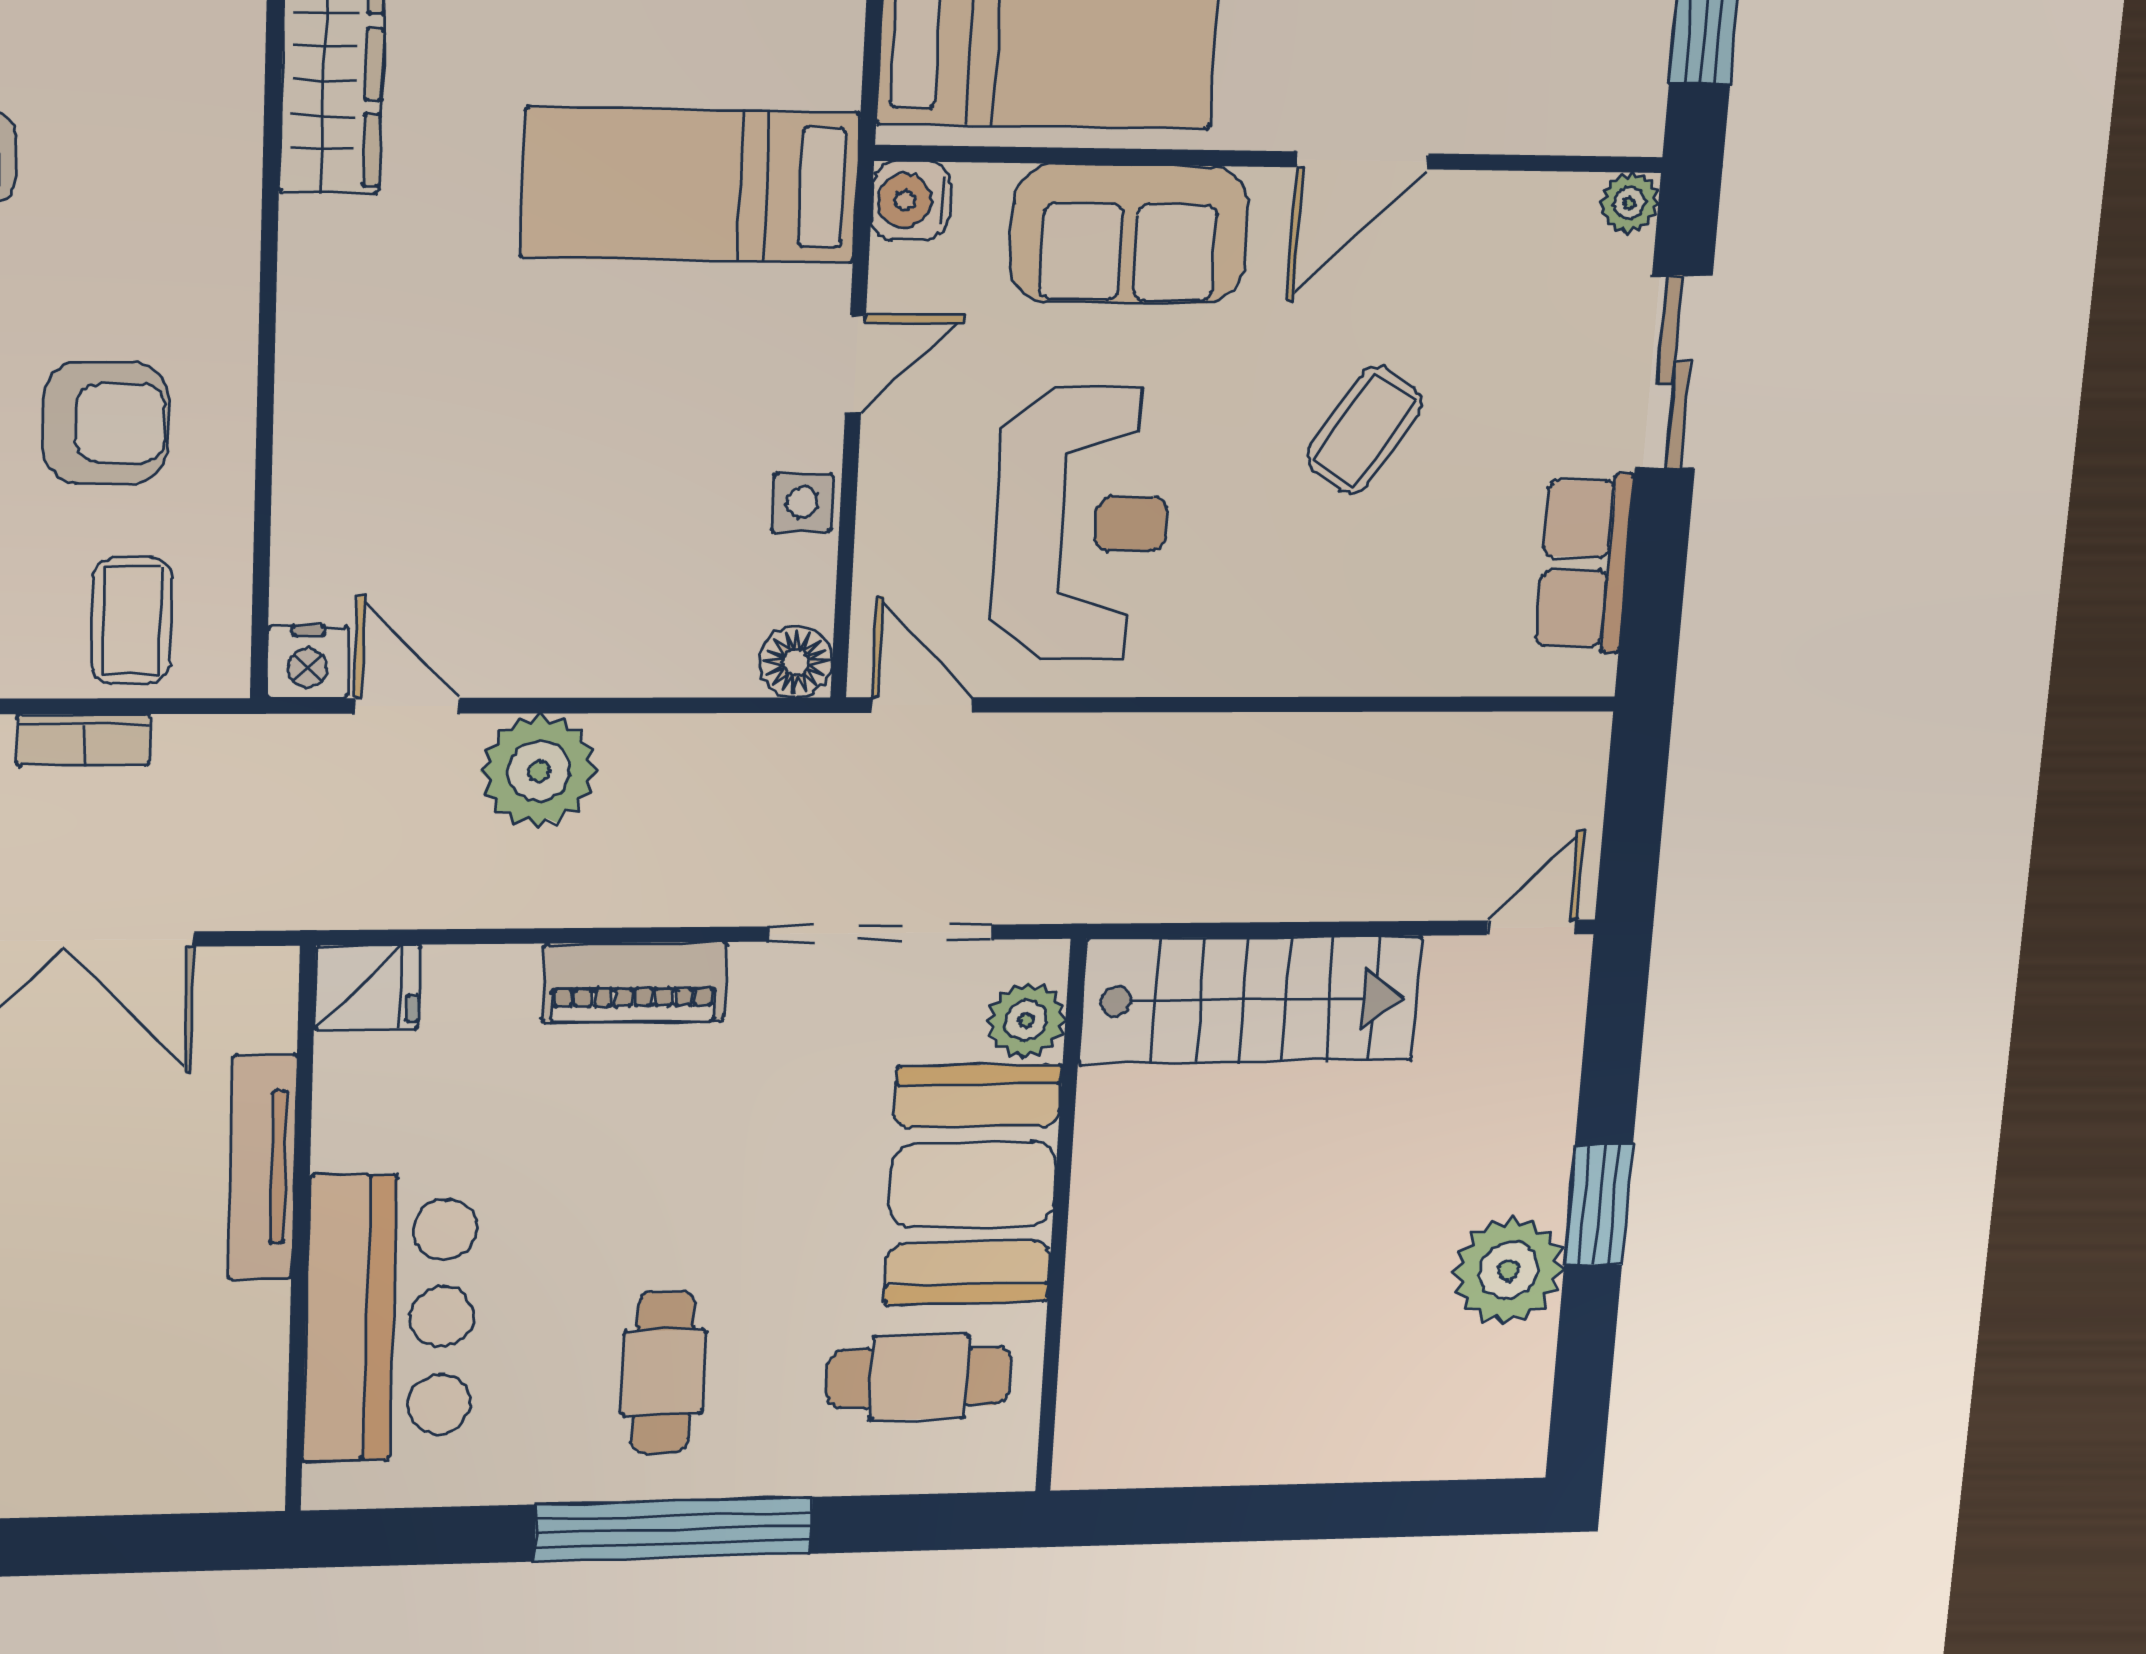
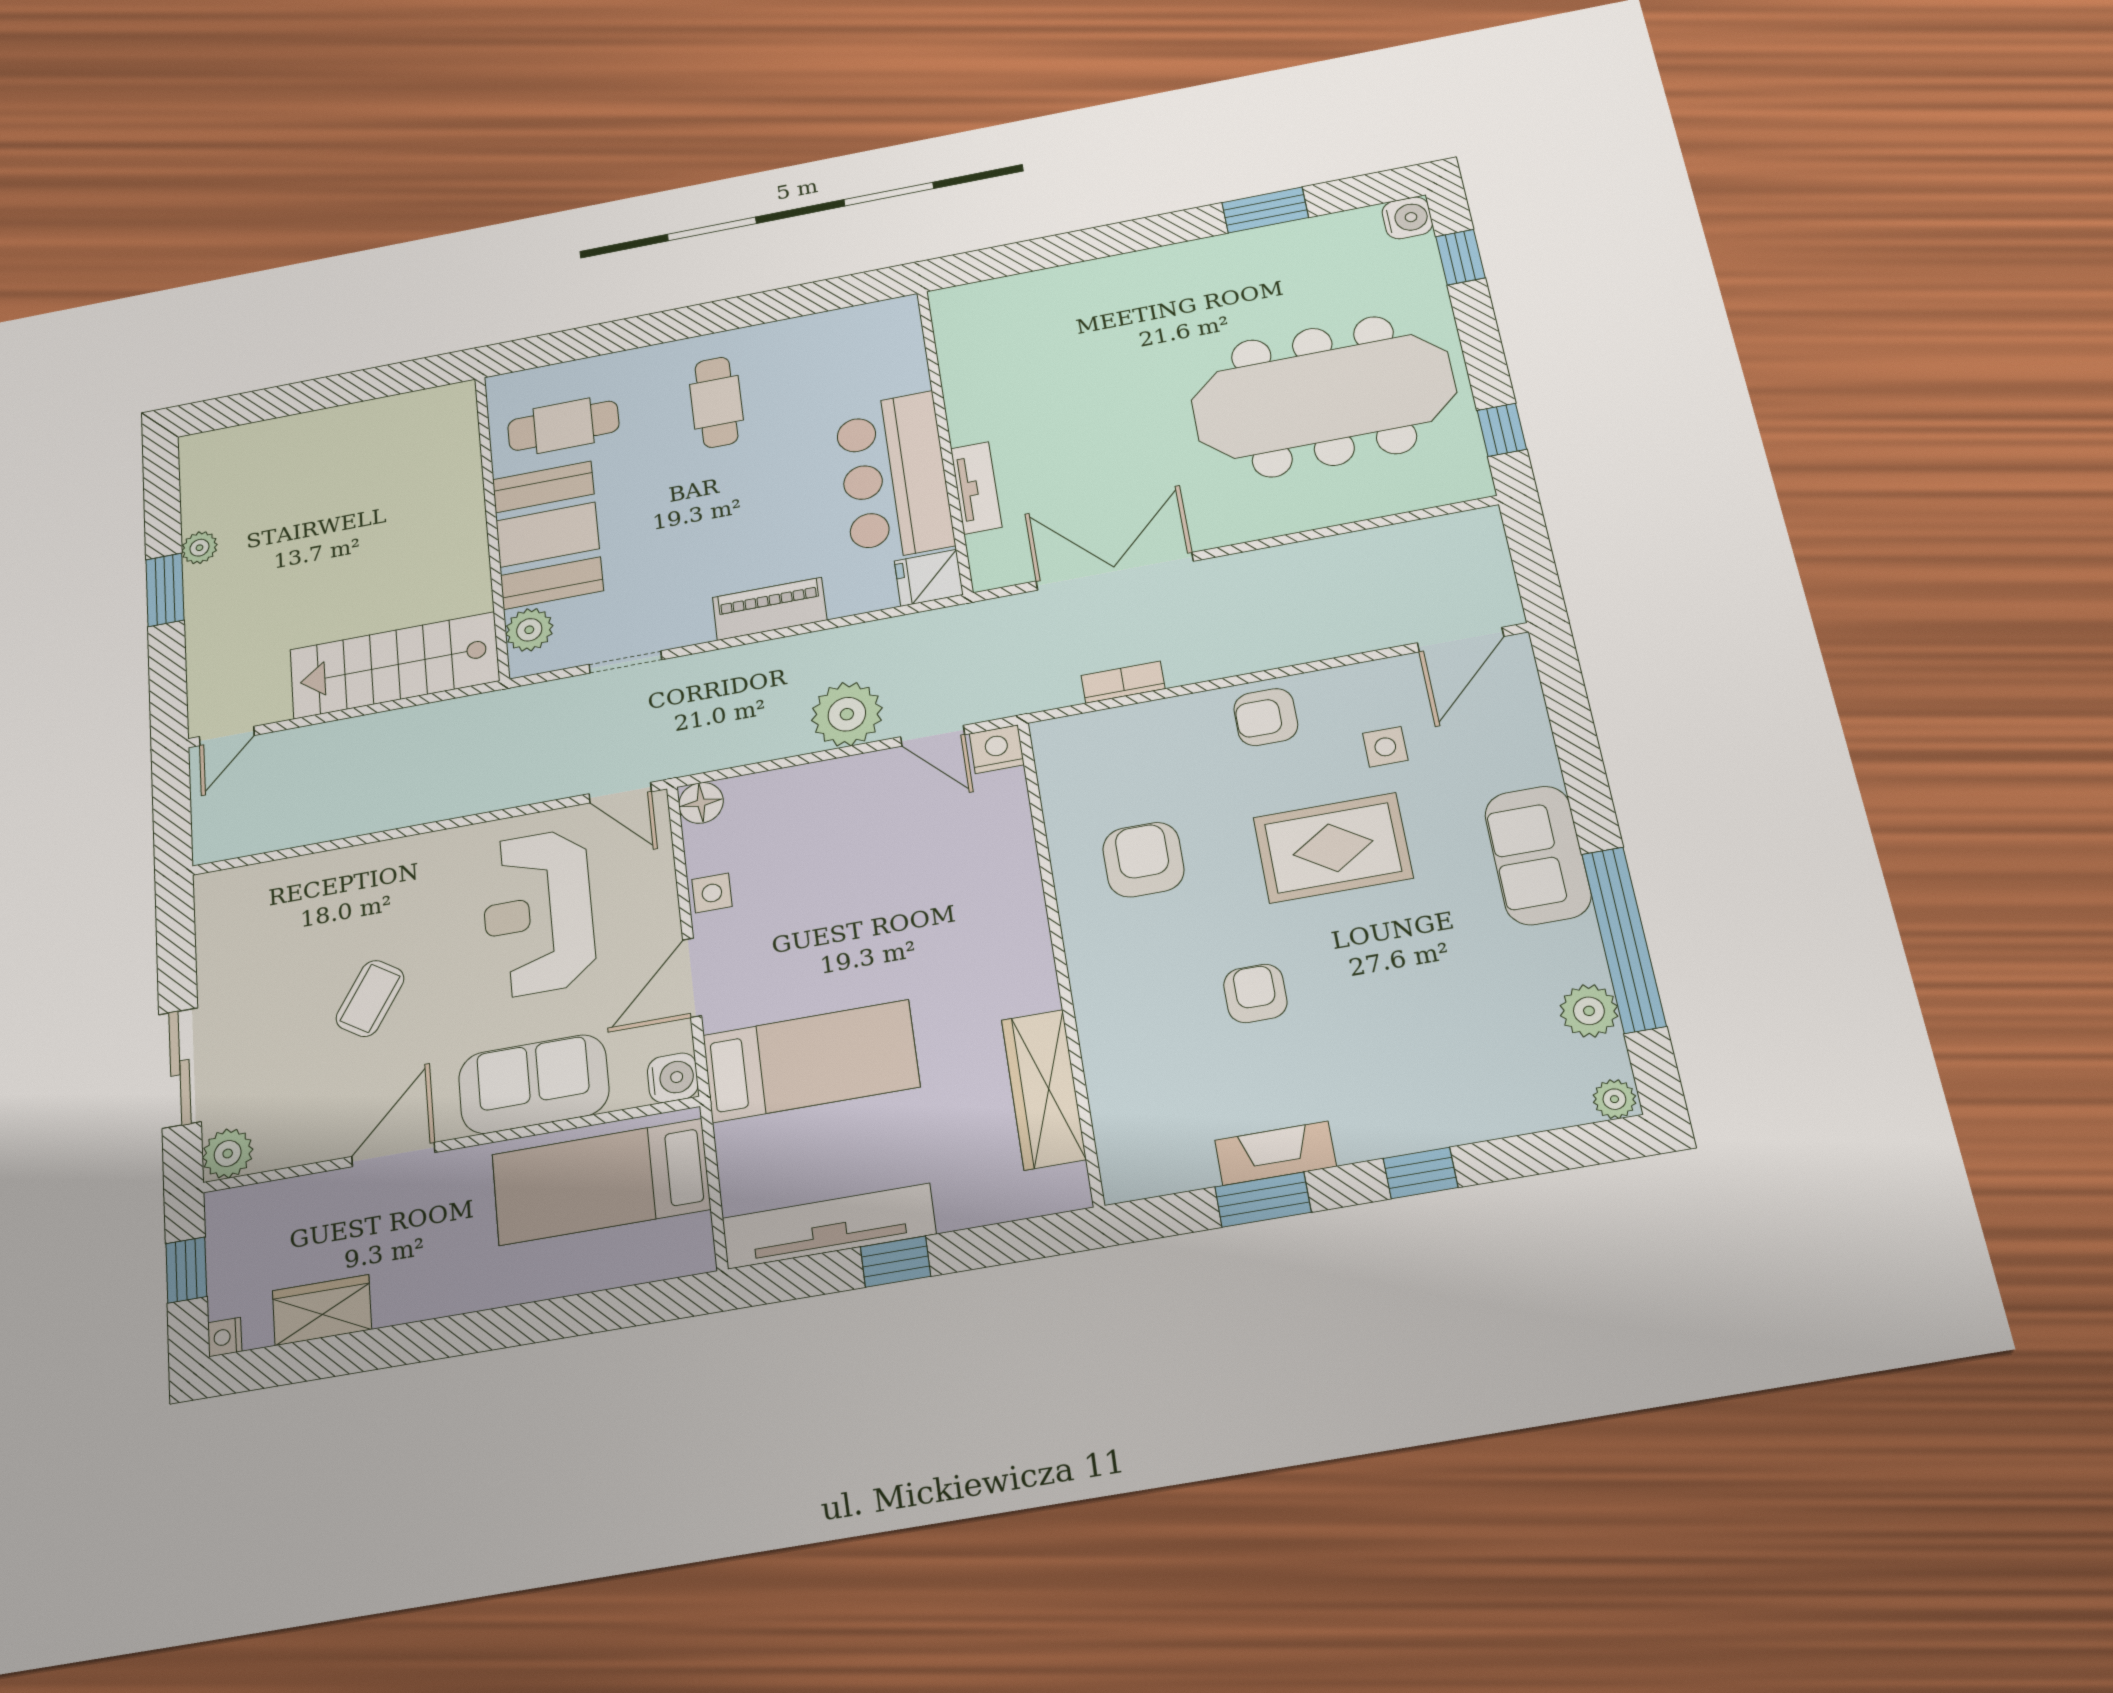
plant: (1629, 203) -> (228, 1154), width x1.38, depth x1.38
door: (856, 364) -> (692, 978), width x1.38
armchair: (105, 423) -> (1143, 860), turned 90
row of seats: (1584, 563) -> (222, 947), removed
coffee table: (132, 621) -> (1107, 753), removed
doorway: (880, 933) -> (625, 662), width x0.53
tv unit: (262, 1167) -> (976, 488), width x0.71
plant: (1509, 1270) -> (199, 548), width x0.53, depth x0.53
bar counter: (390, 1318) -> (894, 477), moved
window: (674, 1529) -> (696, 321), removed

